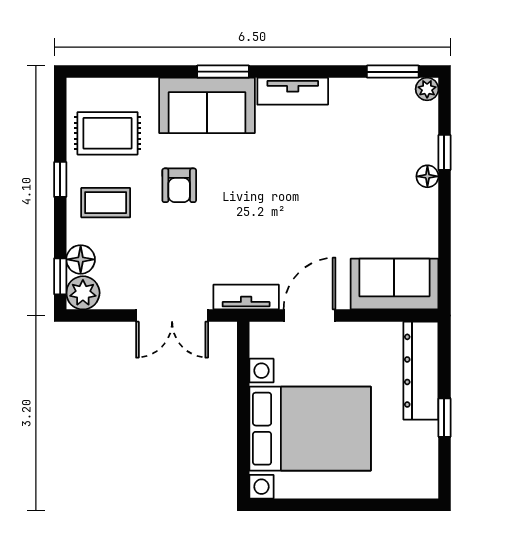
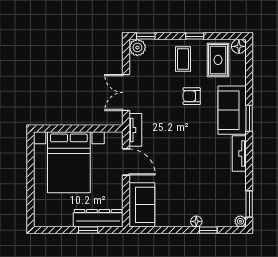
floor lamp: (81, 259) -> (239, 46), moved
window: (444, 418) -> (88, 230), moved

